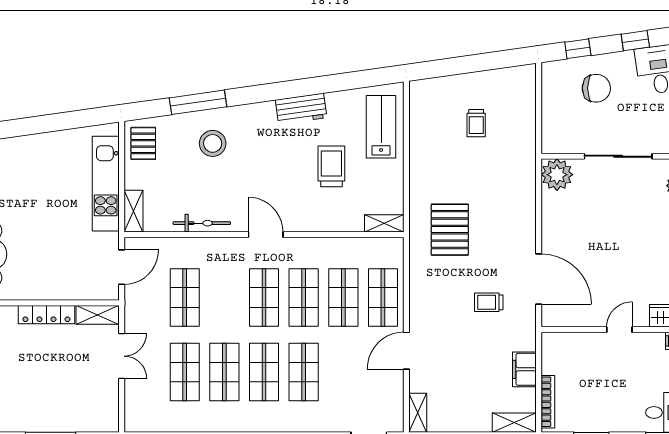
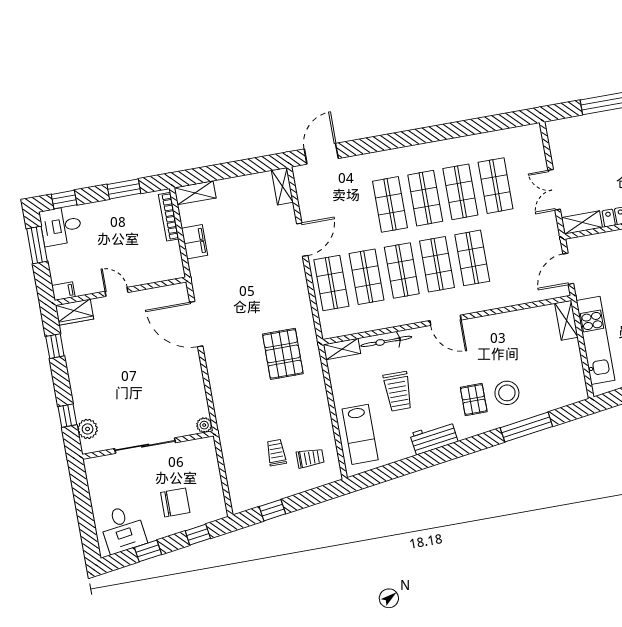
window: (492, 61) -> (272, 510), added
chair: (596, 88) -> (175, 503), turned 180
pallet: (143, 143) -> (474, 400), moved
plant: (557, 175) -> (204, 425), width x0.53, depth x0.53
bicycle: (202, 223) -> (386, 341), moved
shop shelf: (185, 298) -> (472, 258), moved
trolley: (489, 302) -> (310, 458), moved
door: (619, 330) -> (117, 292), swing flipped

